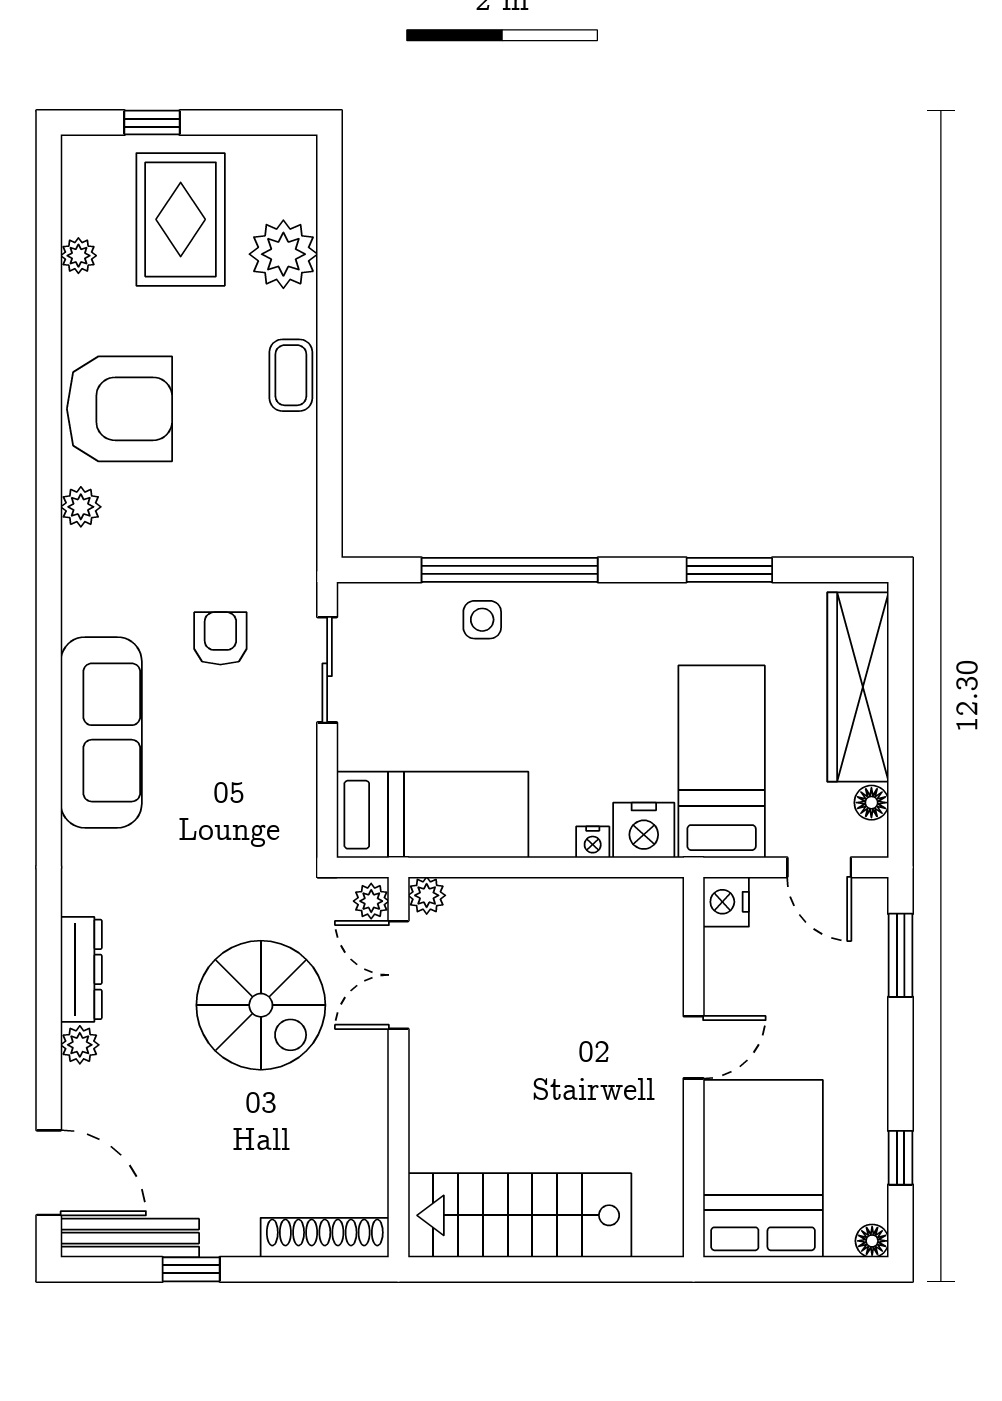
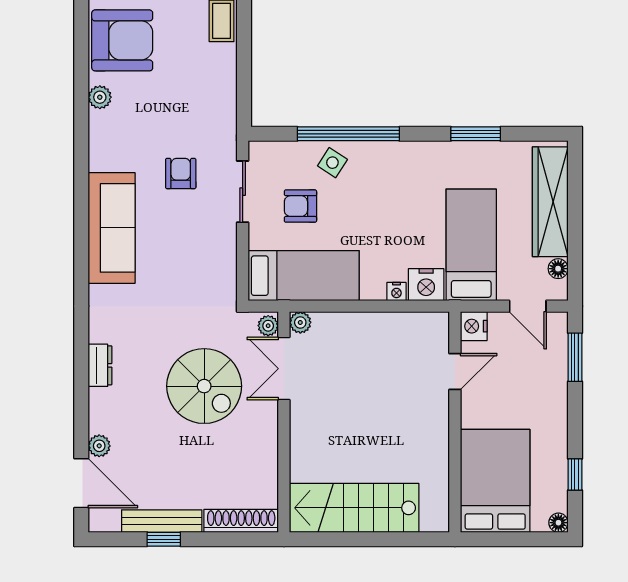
side table: (482, 620) -> (332, 163), turned 33
armchair: (427, 695) -> (300, 206), added
dresser: (81, 969) -> (100, 365), width x0.70
plant: (80, 1045) -> (99, 446), moved
door: (694, 1047) -> (455, 371), moved
bench: (130, 1238) -> (162, 521), moved

